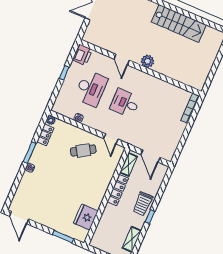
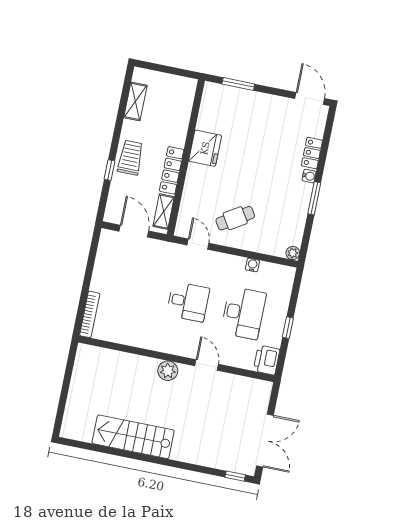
desk: (91, 88) -> (243, 313), turned 180
locker: (45, 135) -> (312, 153), moved
fridge: (86, 217) -> (205, 148), moved
window: (150, 217) -> (110, 170), moved

